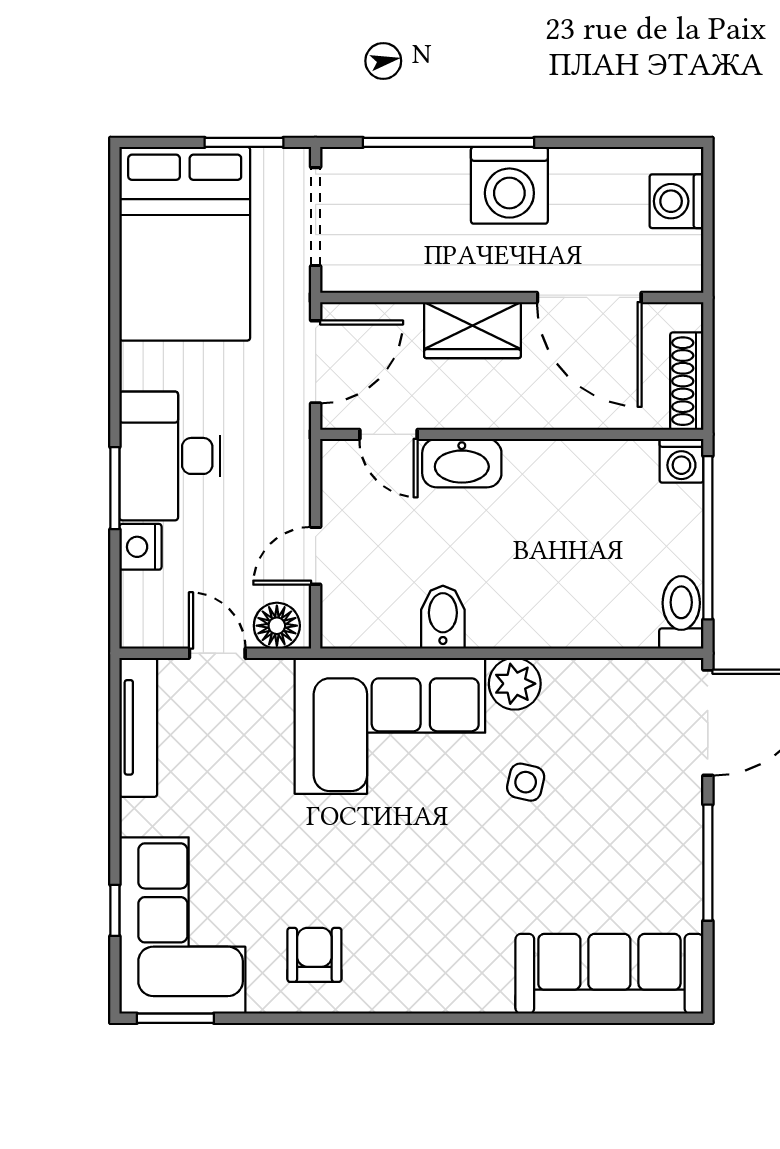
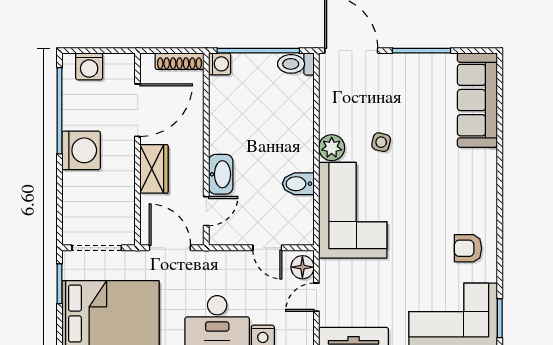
window: (449, 142) -> (60, 111), moved

